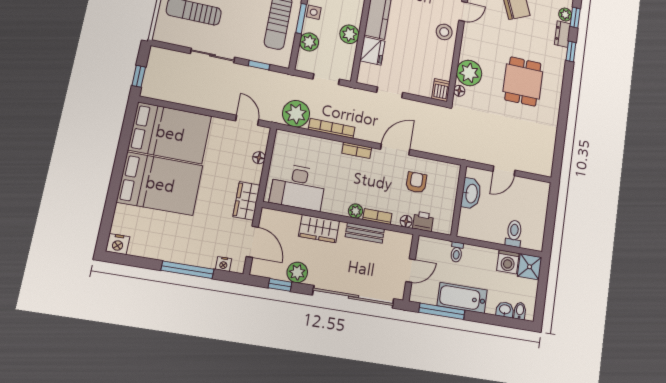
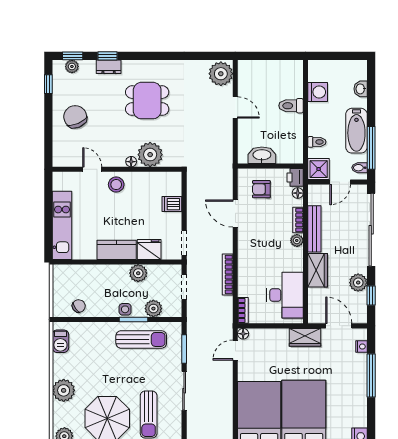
dresser: (562, 34) -> (109, 67), moved
window: (259, 65) -> (184, 349), width x1.50
dishwasher: (441, 90) -> (172, 204), moved
floor lamp: (459, 91) -> (131, 162), moved
doorway: (390, 92) -> (184, 243), moved
plant: (296, 114) -> (221, 74), moved
bookcase: (357, 150) -> (243, 310), moved
floor lamp: (259, 158) -> (243, 334), moved
washbasin: (471, 193) -> (262, 155), moved
wall: (459, 200) -> (270, 166), moved
bench: (365, 233) -> (314, 229), width x1.36
toilet: (514, 234) -> (291, 106), moved
door: (252, 242) -> (339, 326), hinge flipped
shower: (530, 267) -> (319, 169), moved
door: (411, 271) -> (340, 182), swing flipped
bidet: (520, 311) -> (359, 168), moved

